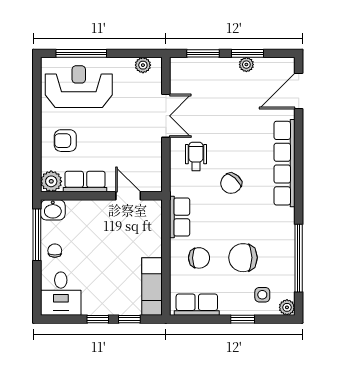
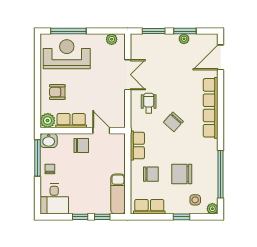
chair: (99, 217) -> (81, 146), added

